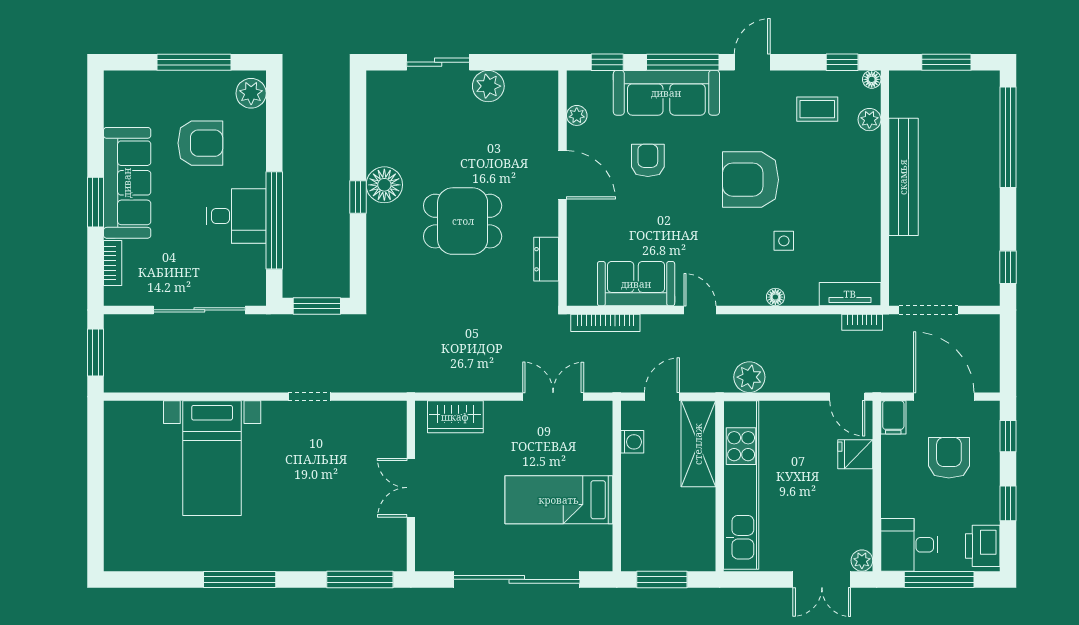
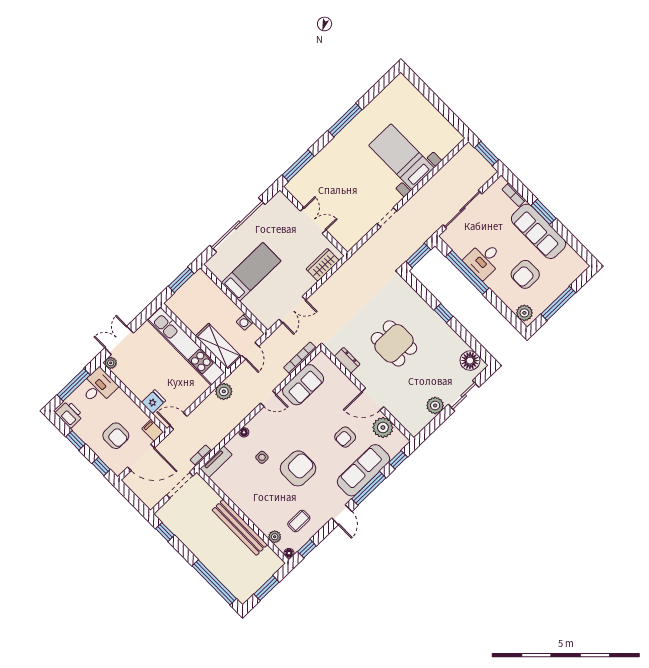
plant: (577, 115) -> (383, 427), width x1.87, depth x1.87
armchair: (648, 160) -> (345, 437), turned 90
floor lamp: (384, 185) -> (470, 361), moved
dining table: (463, 221) -> (394, 343), turned 90

